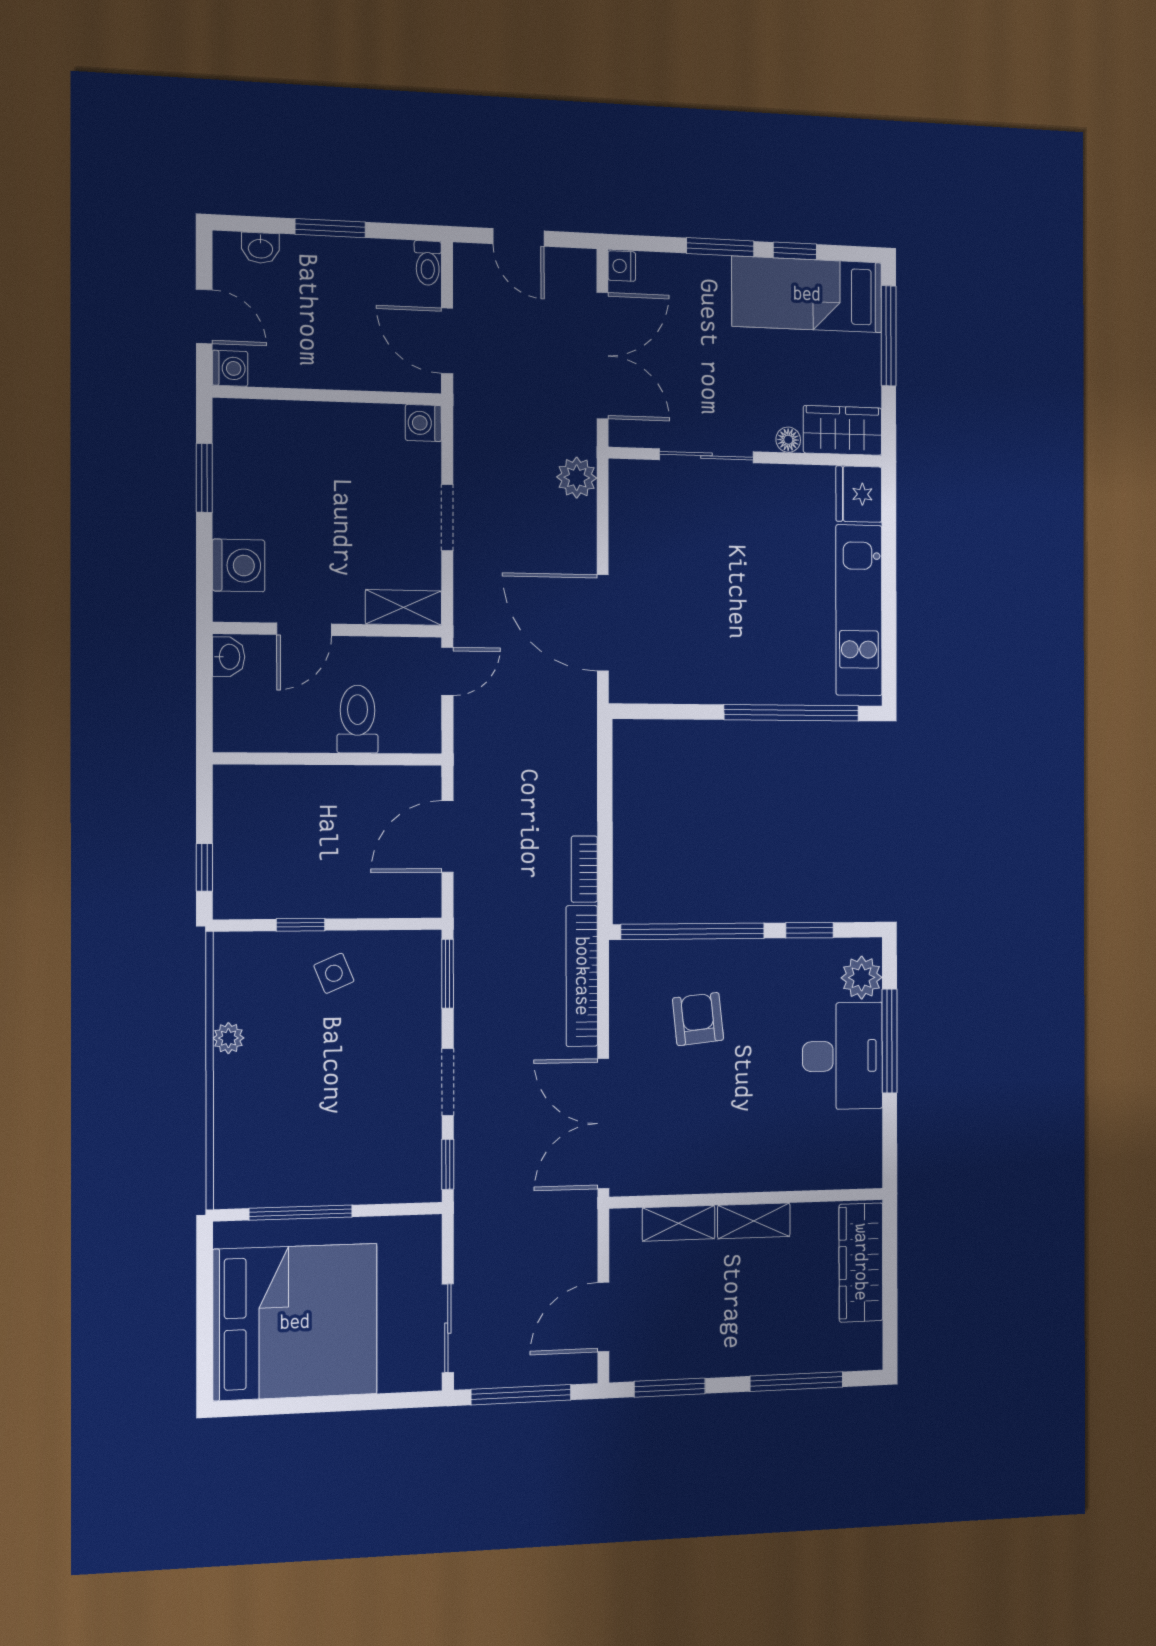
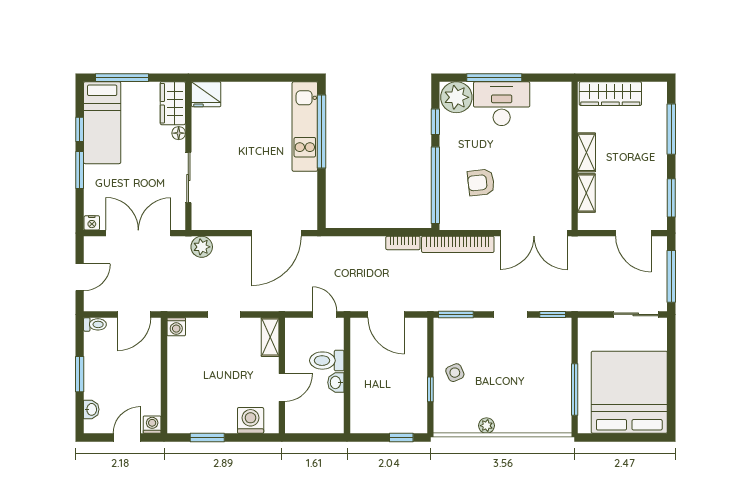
kitchen unit: (859, 610) -> (305, 127), moved, turned 90
door: (304, 629) -> (282, 388), hinge flipped
washbasin: (229, 657) -> (336, 382), moved, turned -90
door: (447, 671) -> (325, 314), moved
plant: (862, 978) -> (456, 97), width x1.36, depth x1.36

